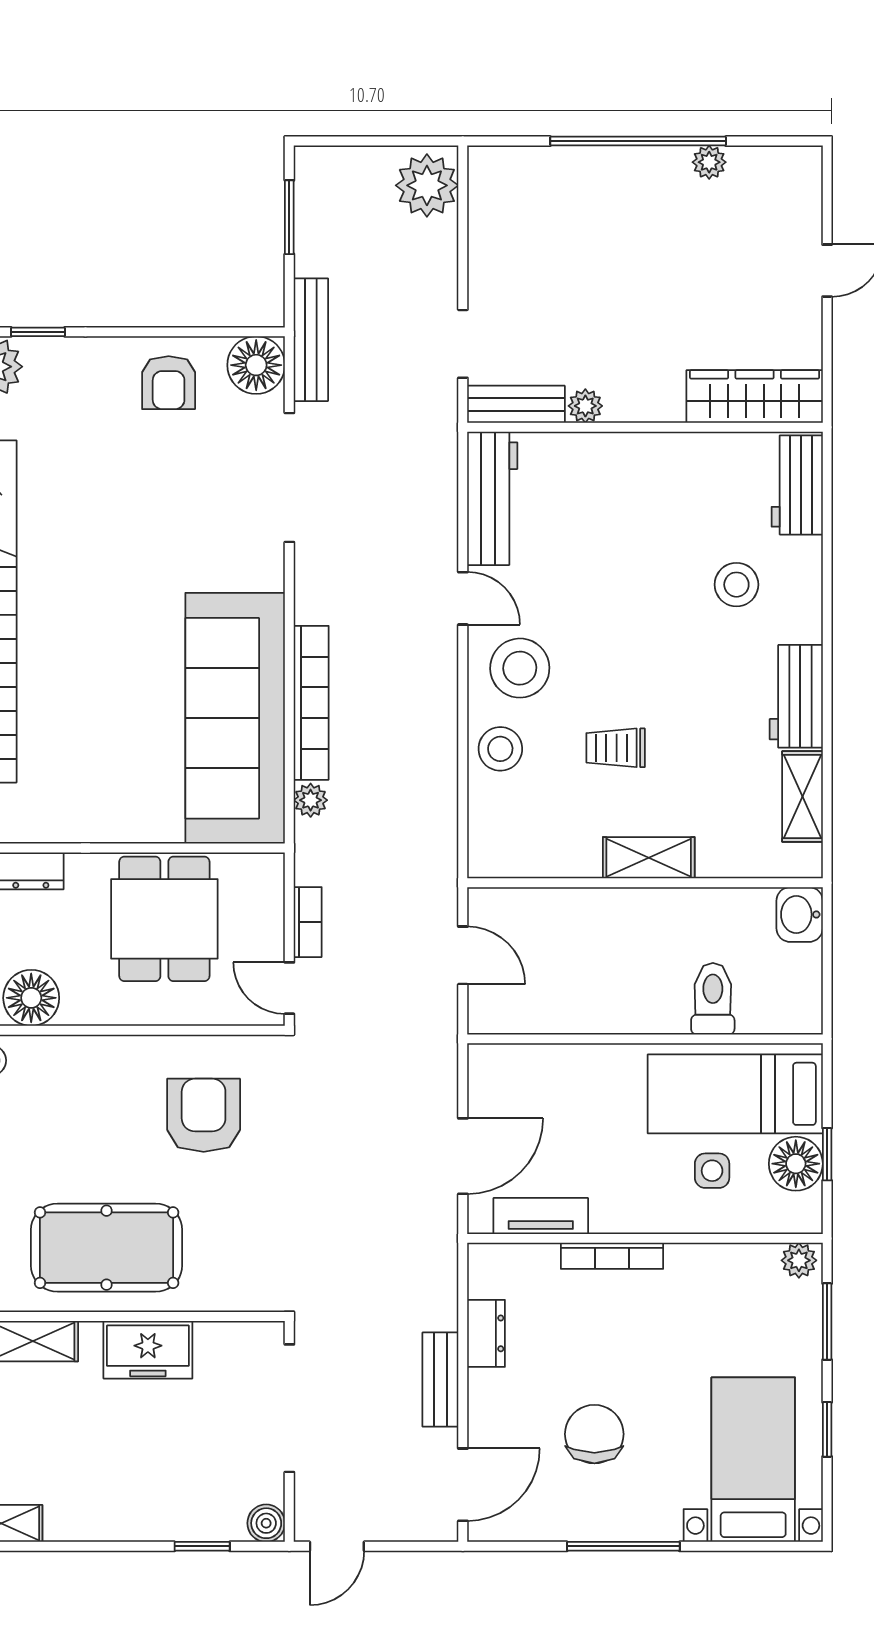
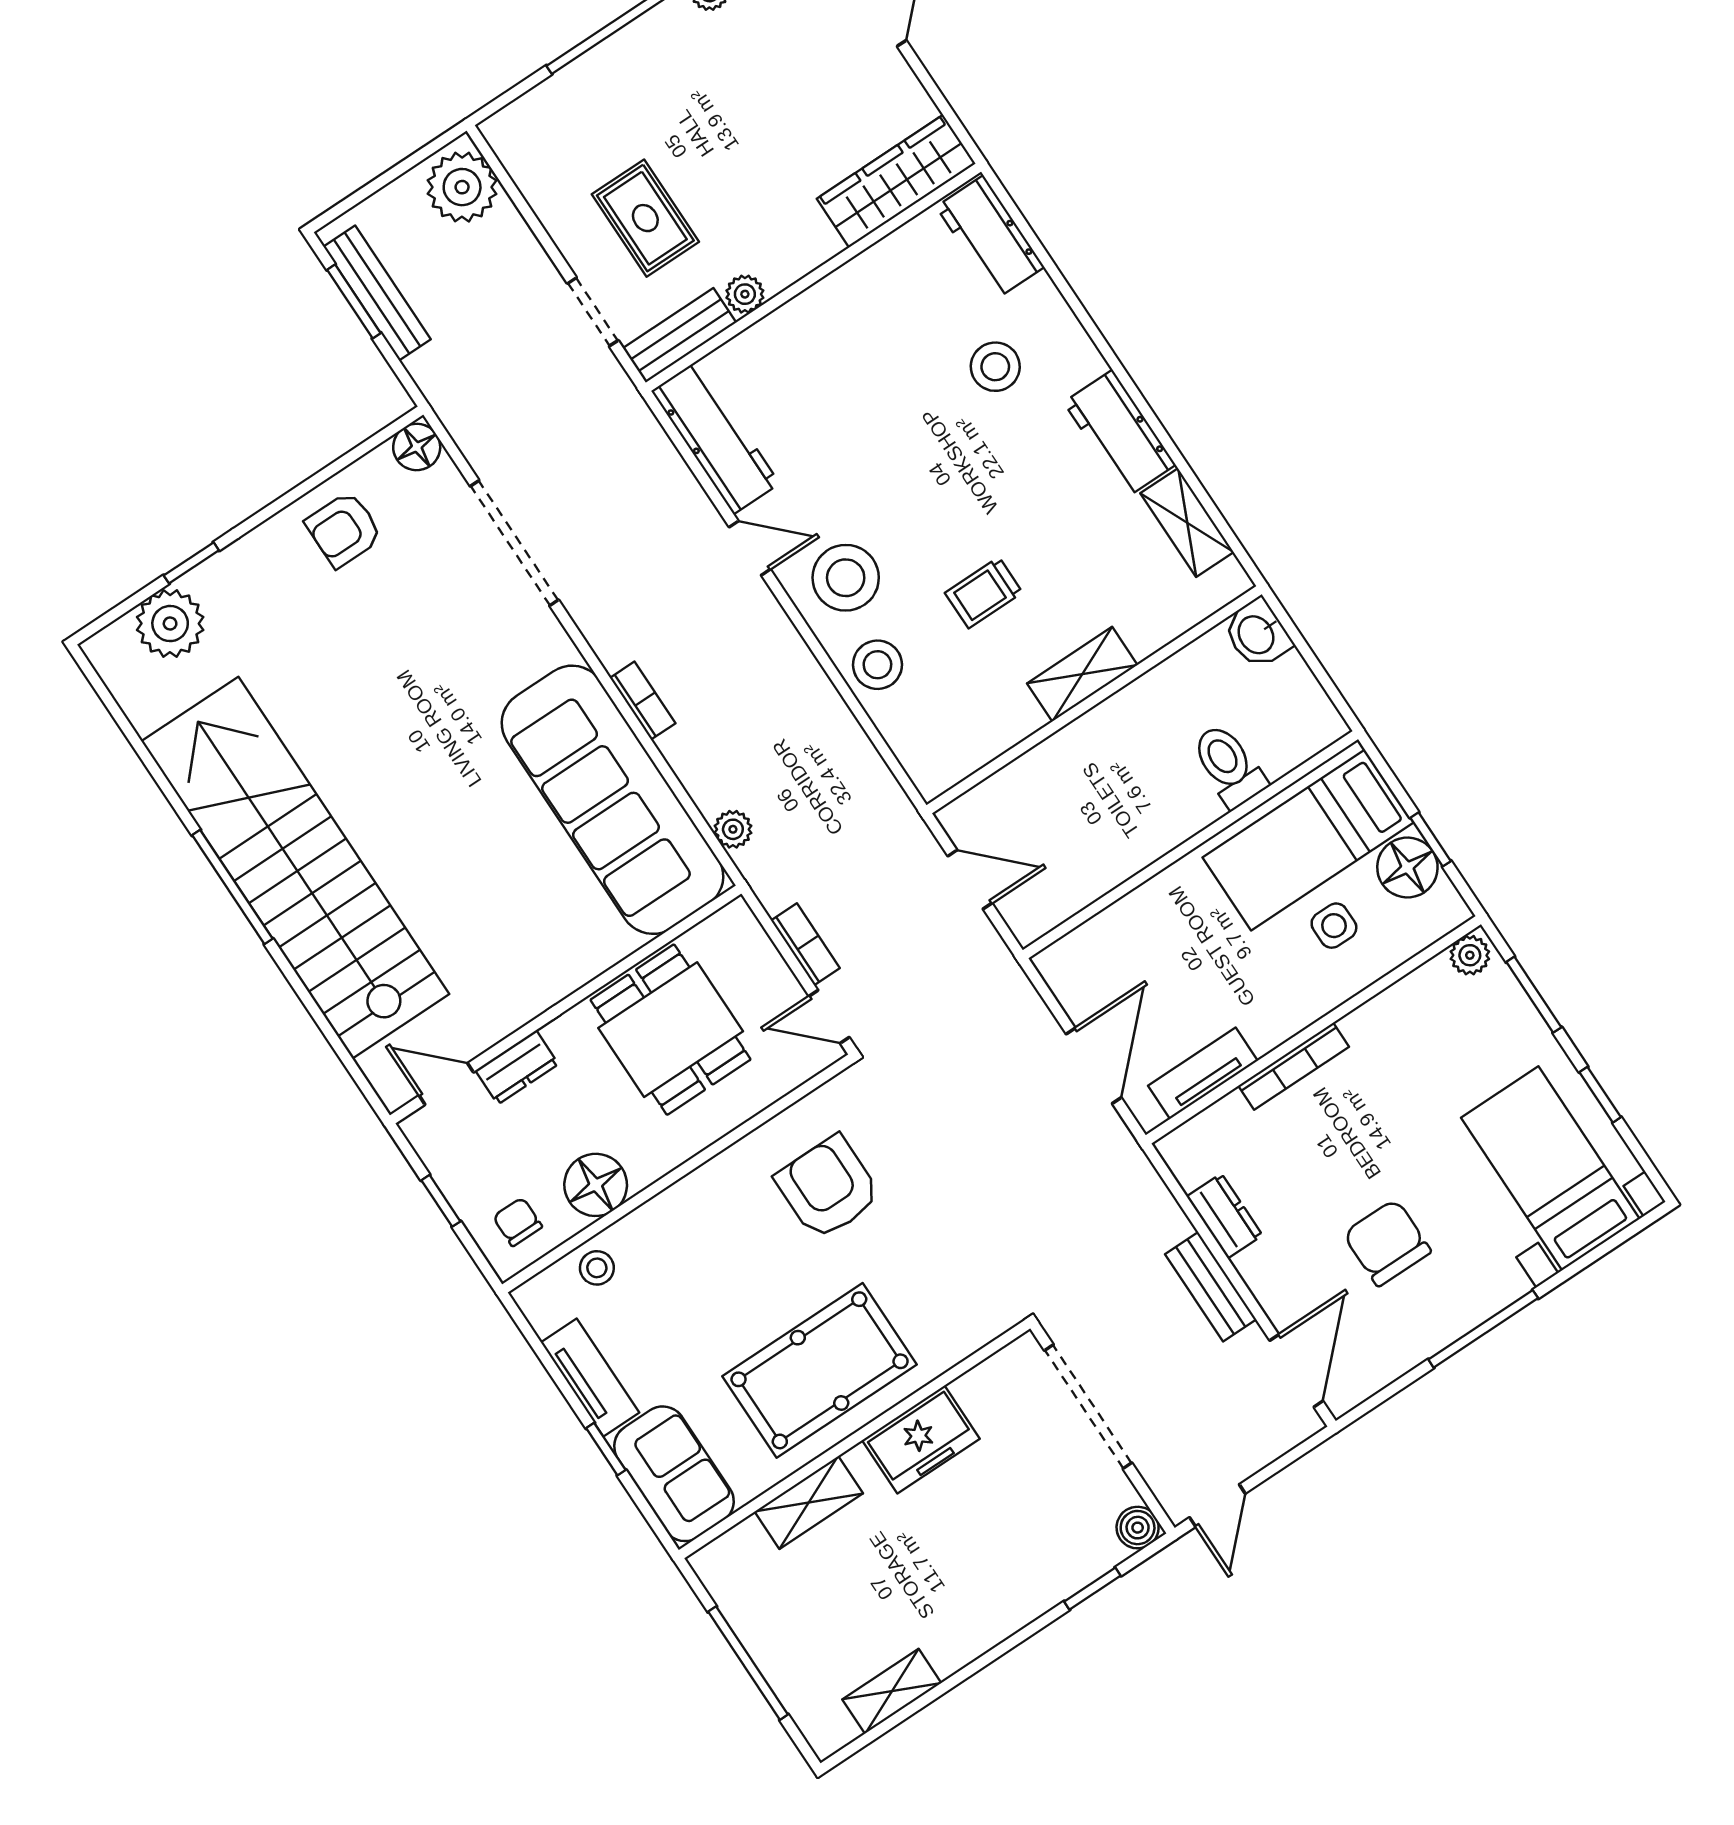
rug: (549, 300) -> (645, 218), added
bench: (311, 340) -> (377, 293), moved
floor lamp: (256, 365) -> (417, 447), width x0.73, depth x0.73
armchair: (169, 383) -> (344, 529), turned 90
bookcase: (311, 703) -> (643, 701), width x0.43, depth x0.76

